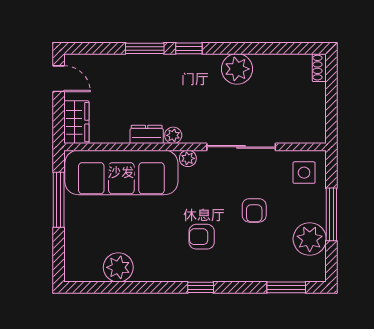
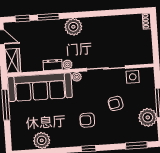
window: (189, 48) -> (23, 19), moved
plant: (237, 69) -> (73, 27), moved
side table: (304, 173) -> (133, 77), moved
armchair: (254, 210) -> (116, 103), turned 79

